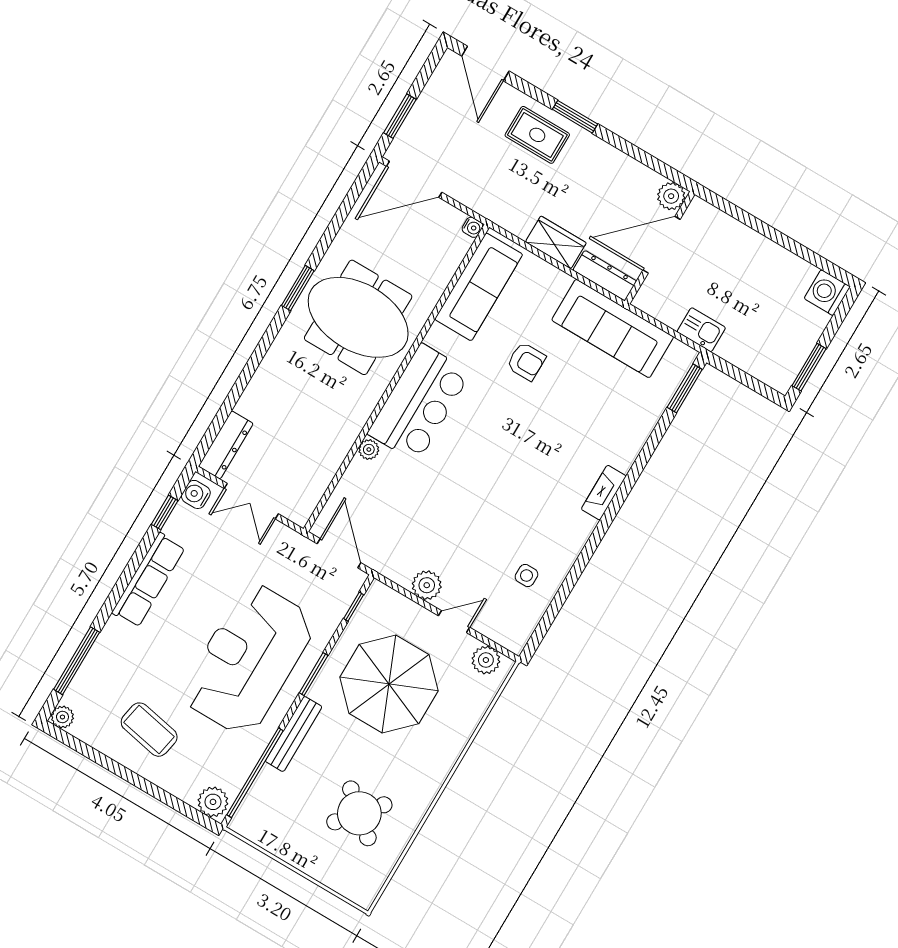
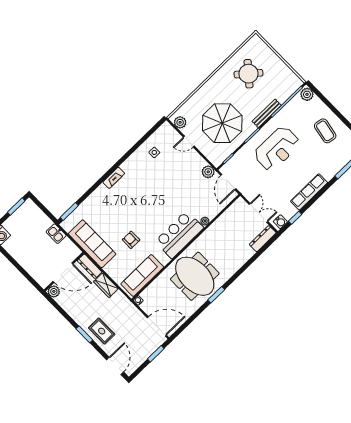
plant: (427, 585) -> (208, 172), moved
reception desk: (248, 659) -> (277, 149), width x0.74, depth x0.77

